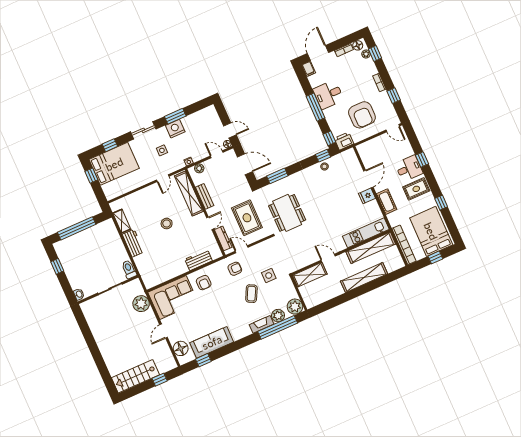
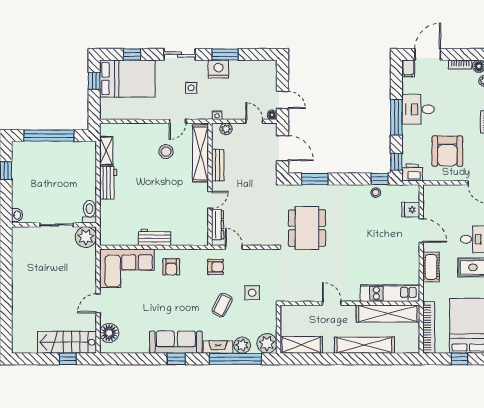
door: (368, 179) -> (421, 230), hinge flipped
fridge: (367, 196) -> (411, 210), moved
rug: (247, 218) -> (257, 213), removed
stool: (167, 224) -> (166, 152), moved
workbench: (198, 260) -> (155, 237), moved
shelving: (310, 275) -> (301, 345), moved
plant: (141, 304) -> (86, 237), moved
sofa: (212, 342) -> (176, 342), moved
window: (203, 360) -> (176, 359), moved
stairs: (135, 376) -> (67, 342), moved

